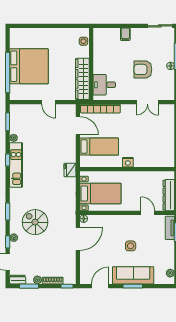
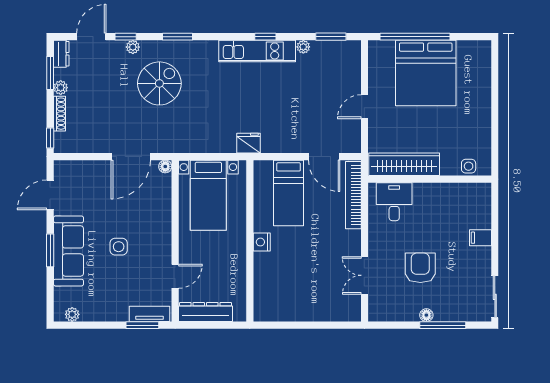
door: (78, 126) -> (324, 157), hinge flipped
door: (78, 239) -> (131, 157), hinge flipped
door: (100, 286) -> (50, 195), swing flipped

